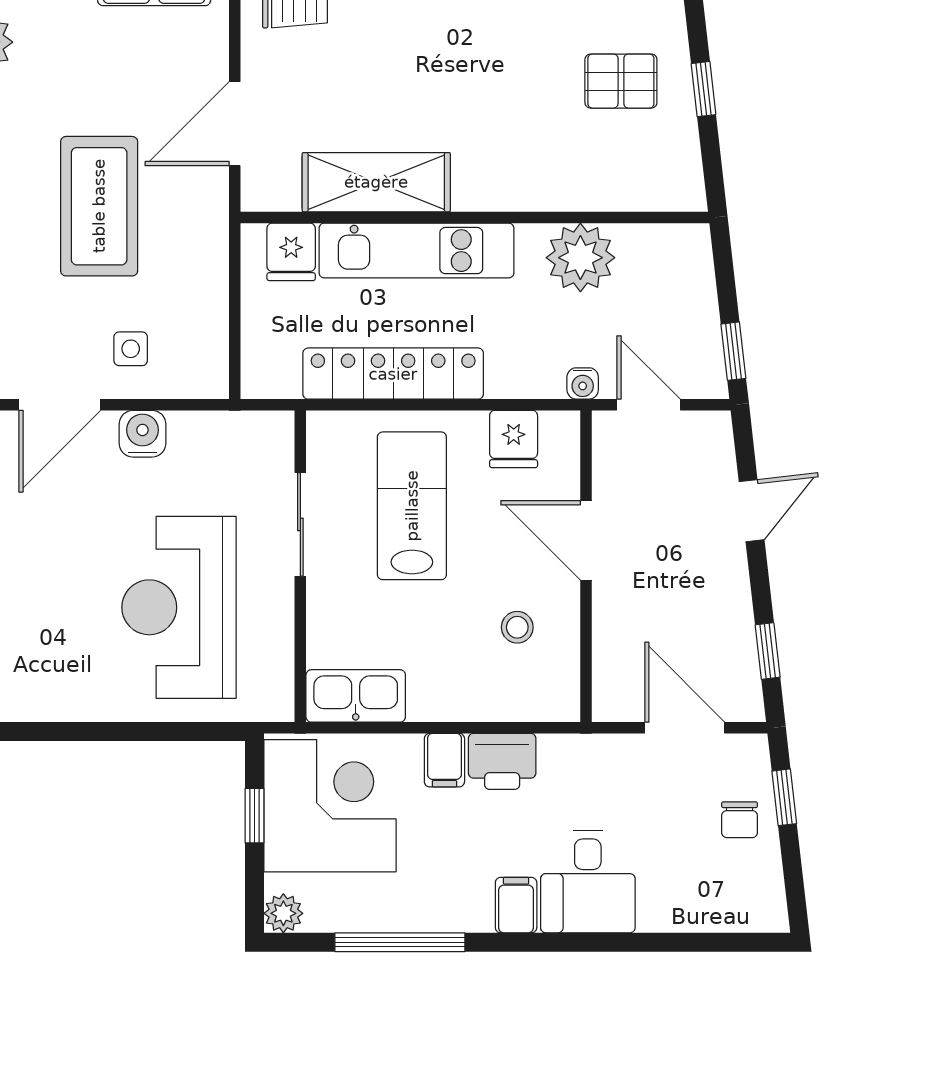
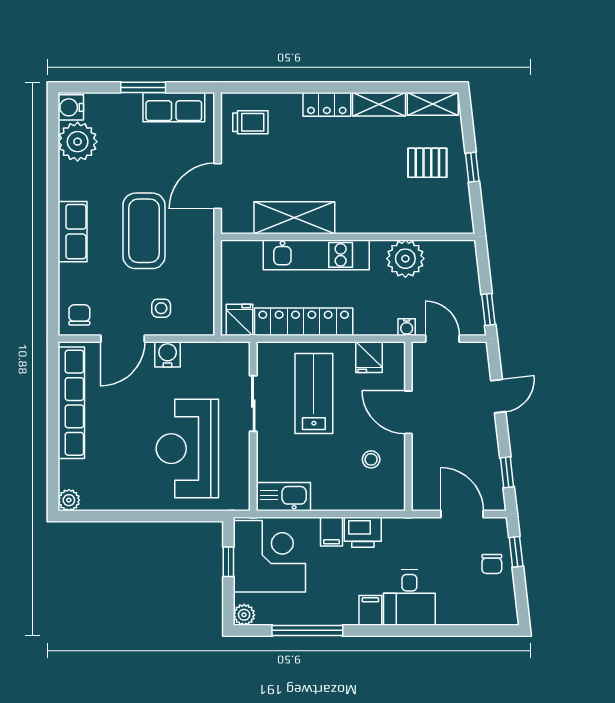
fridge: (291, 252) -> (239, 320), moved, turned 180

